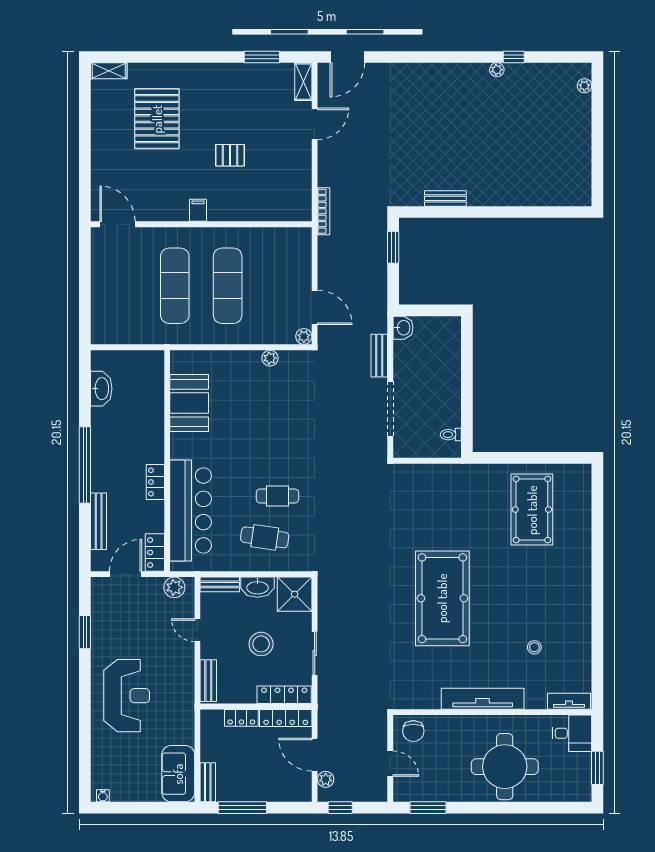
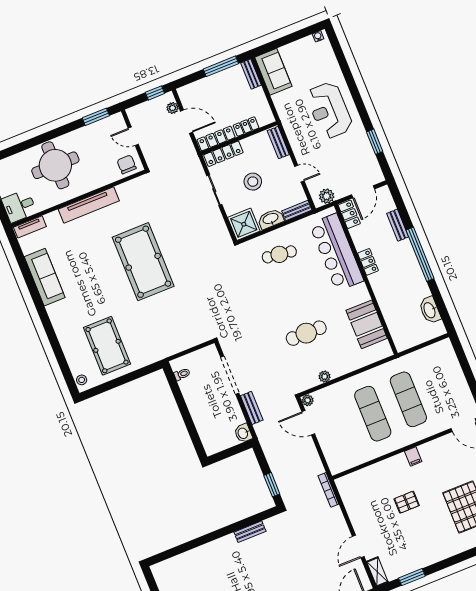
cafe table: (277, 496) -> (306, 333), moved, width x1.37, depth x1.35
bench: (99, 521) -> (398, 225), width x0.73
sofa: (576, 629) -> (45, 277), added
stool: (534, 647) -> (82, 380), moved

